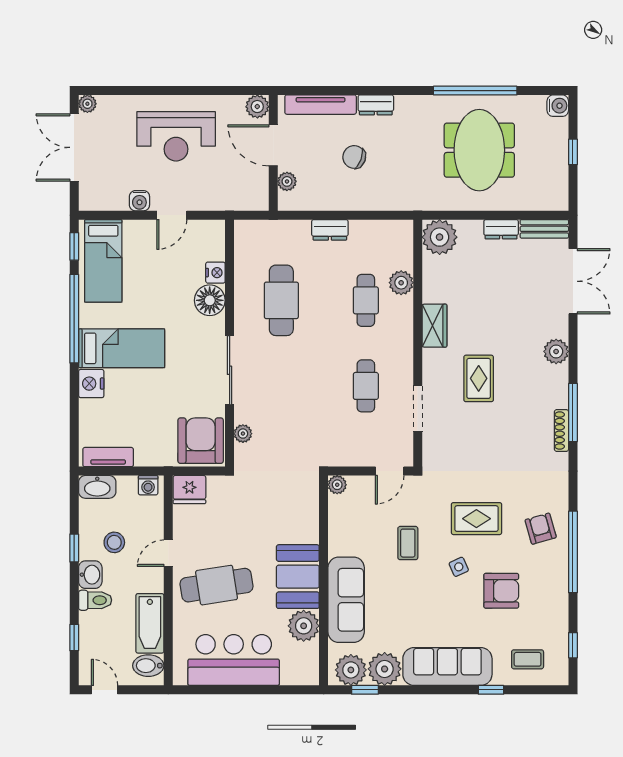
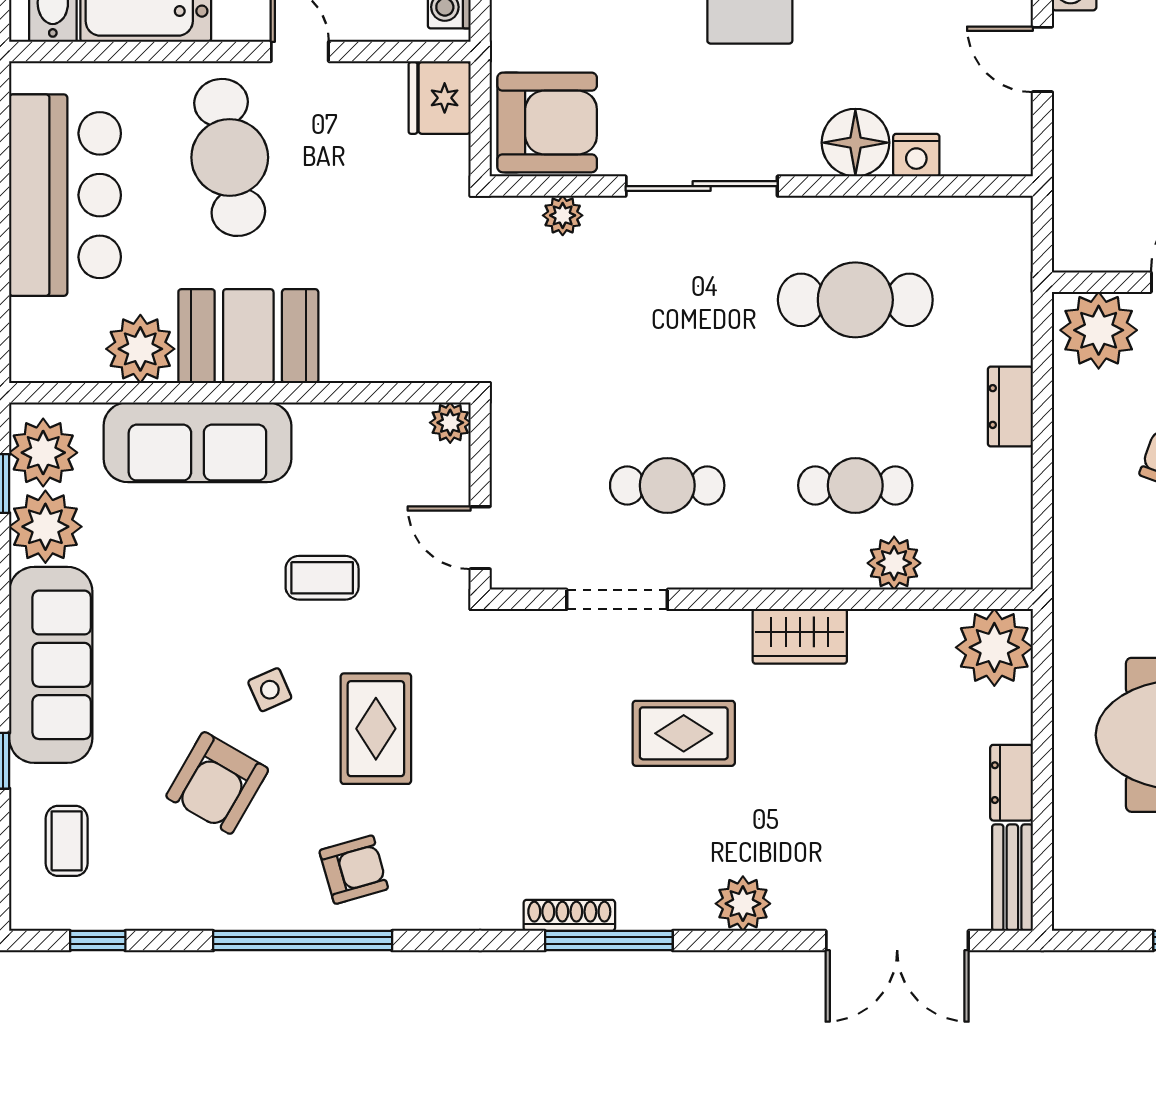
plant: (287, 181) -> (1099, 330), width x1.87, depth x1.87
armchair: (501, 591) -> (217, 783), turned 30

